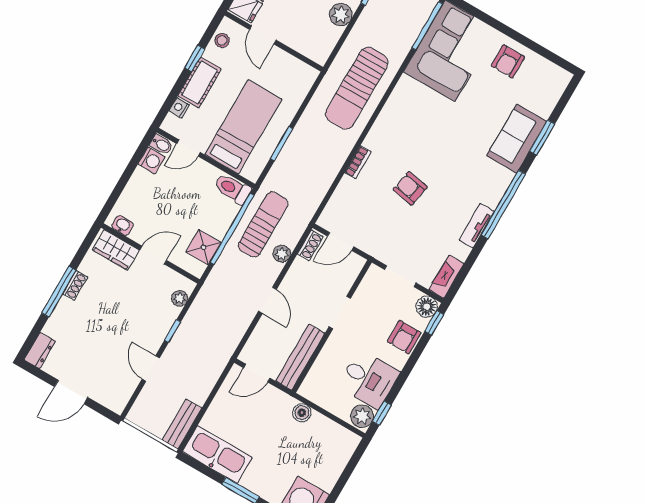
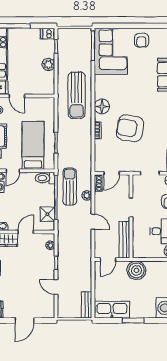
floor lamp: (386, 129) -> (102, 106), added
armchair: (410, 188) -> (130, 128), width x1.88, depth x1.88
boiler: (302, 413) -> (136, 270), width x1.86, depth x1.86

